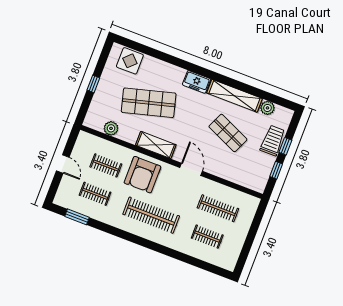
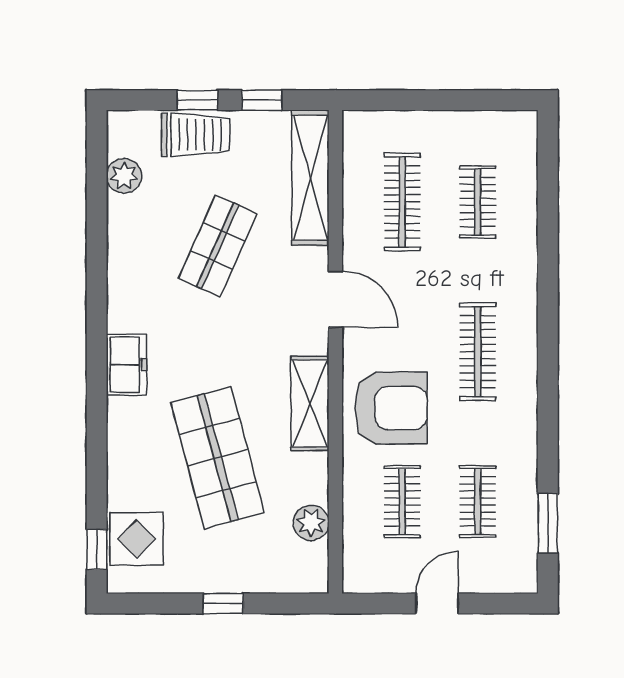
window: (132, 44) -> (97, 550), added
shelving: (235, 96) -> (310, 178), moved
trolley: (273, 141) -> (195, 135), turned 180
door: (191, 169) -> (335, 299), swing flipped
clothes rail: (151, 215) -> (478, 352), width x0.73, depth x0.76

